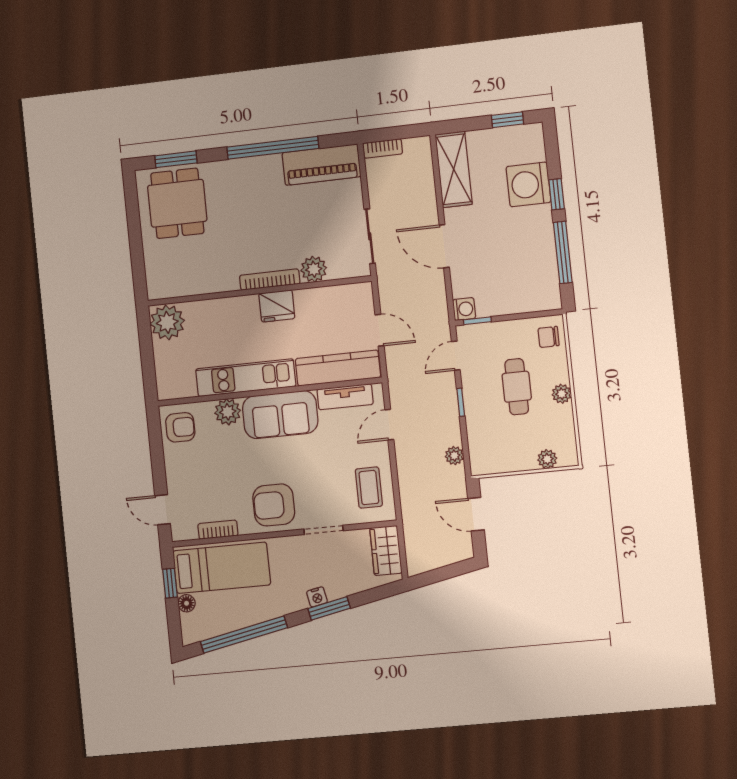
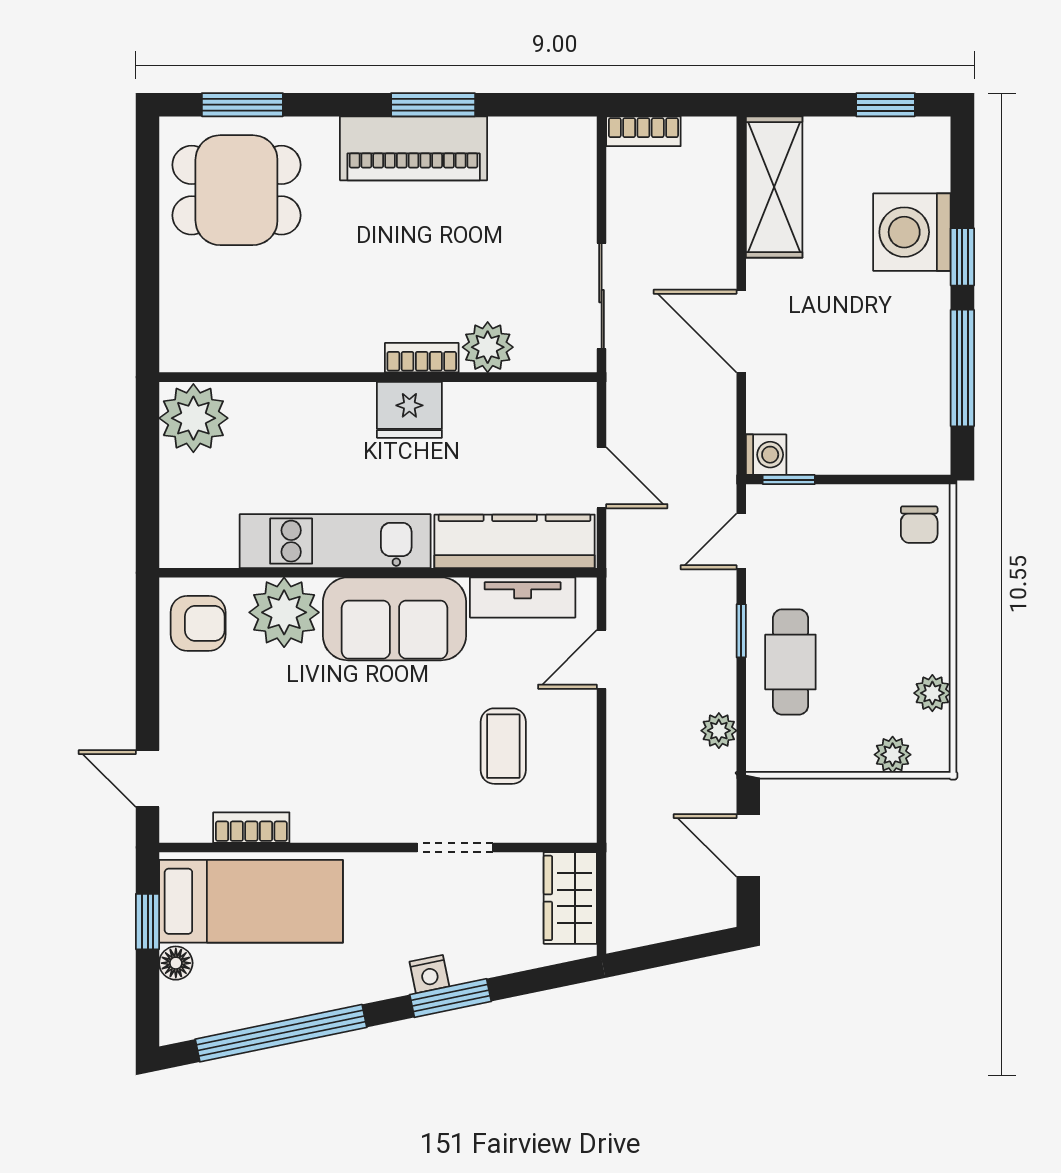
window: (273, 148) -> (433, 105), width x0.47
piano: (321, 165) -> (414, 148), moved
dining table: (177, 203) -> (236, 190), turned 90
bookcase: (270, 280) -> (422, 358), width x0.64
chair: (549, 337) -> (919, 525), turned -90
cafe table: (517, 387) -> (790, 662), moved
plant: (562, 394) -> (932, 693), moved
plant: (228, 412) -> (284, 612), width x1.36, depth x1.36
coffee table: (369, 488) -> (503, 746), moved
armchair: (274, 505) -> (364, 791), removed

